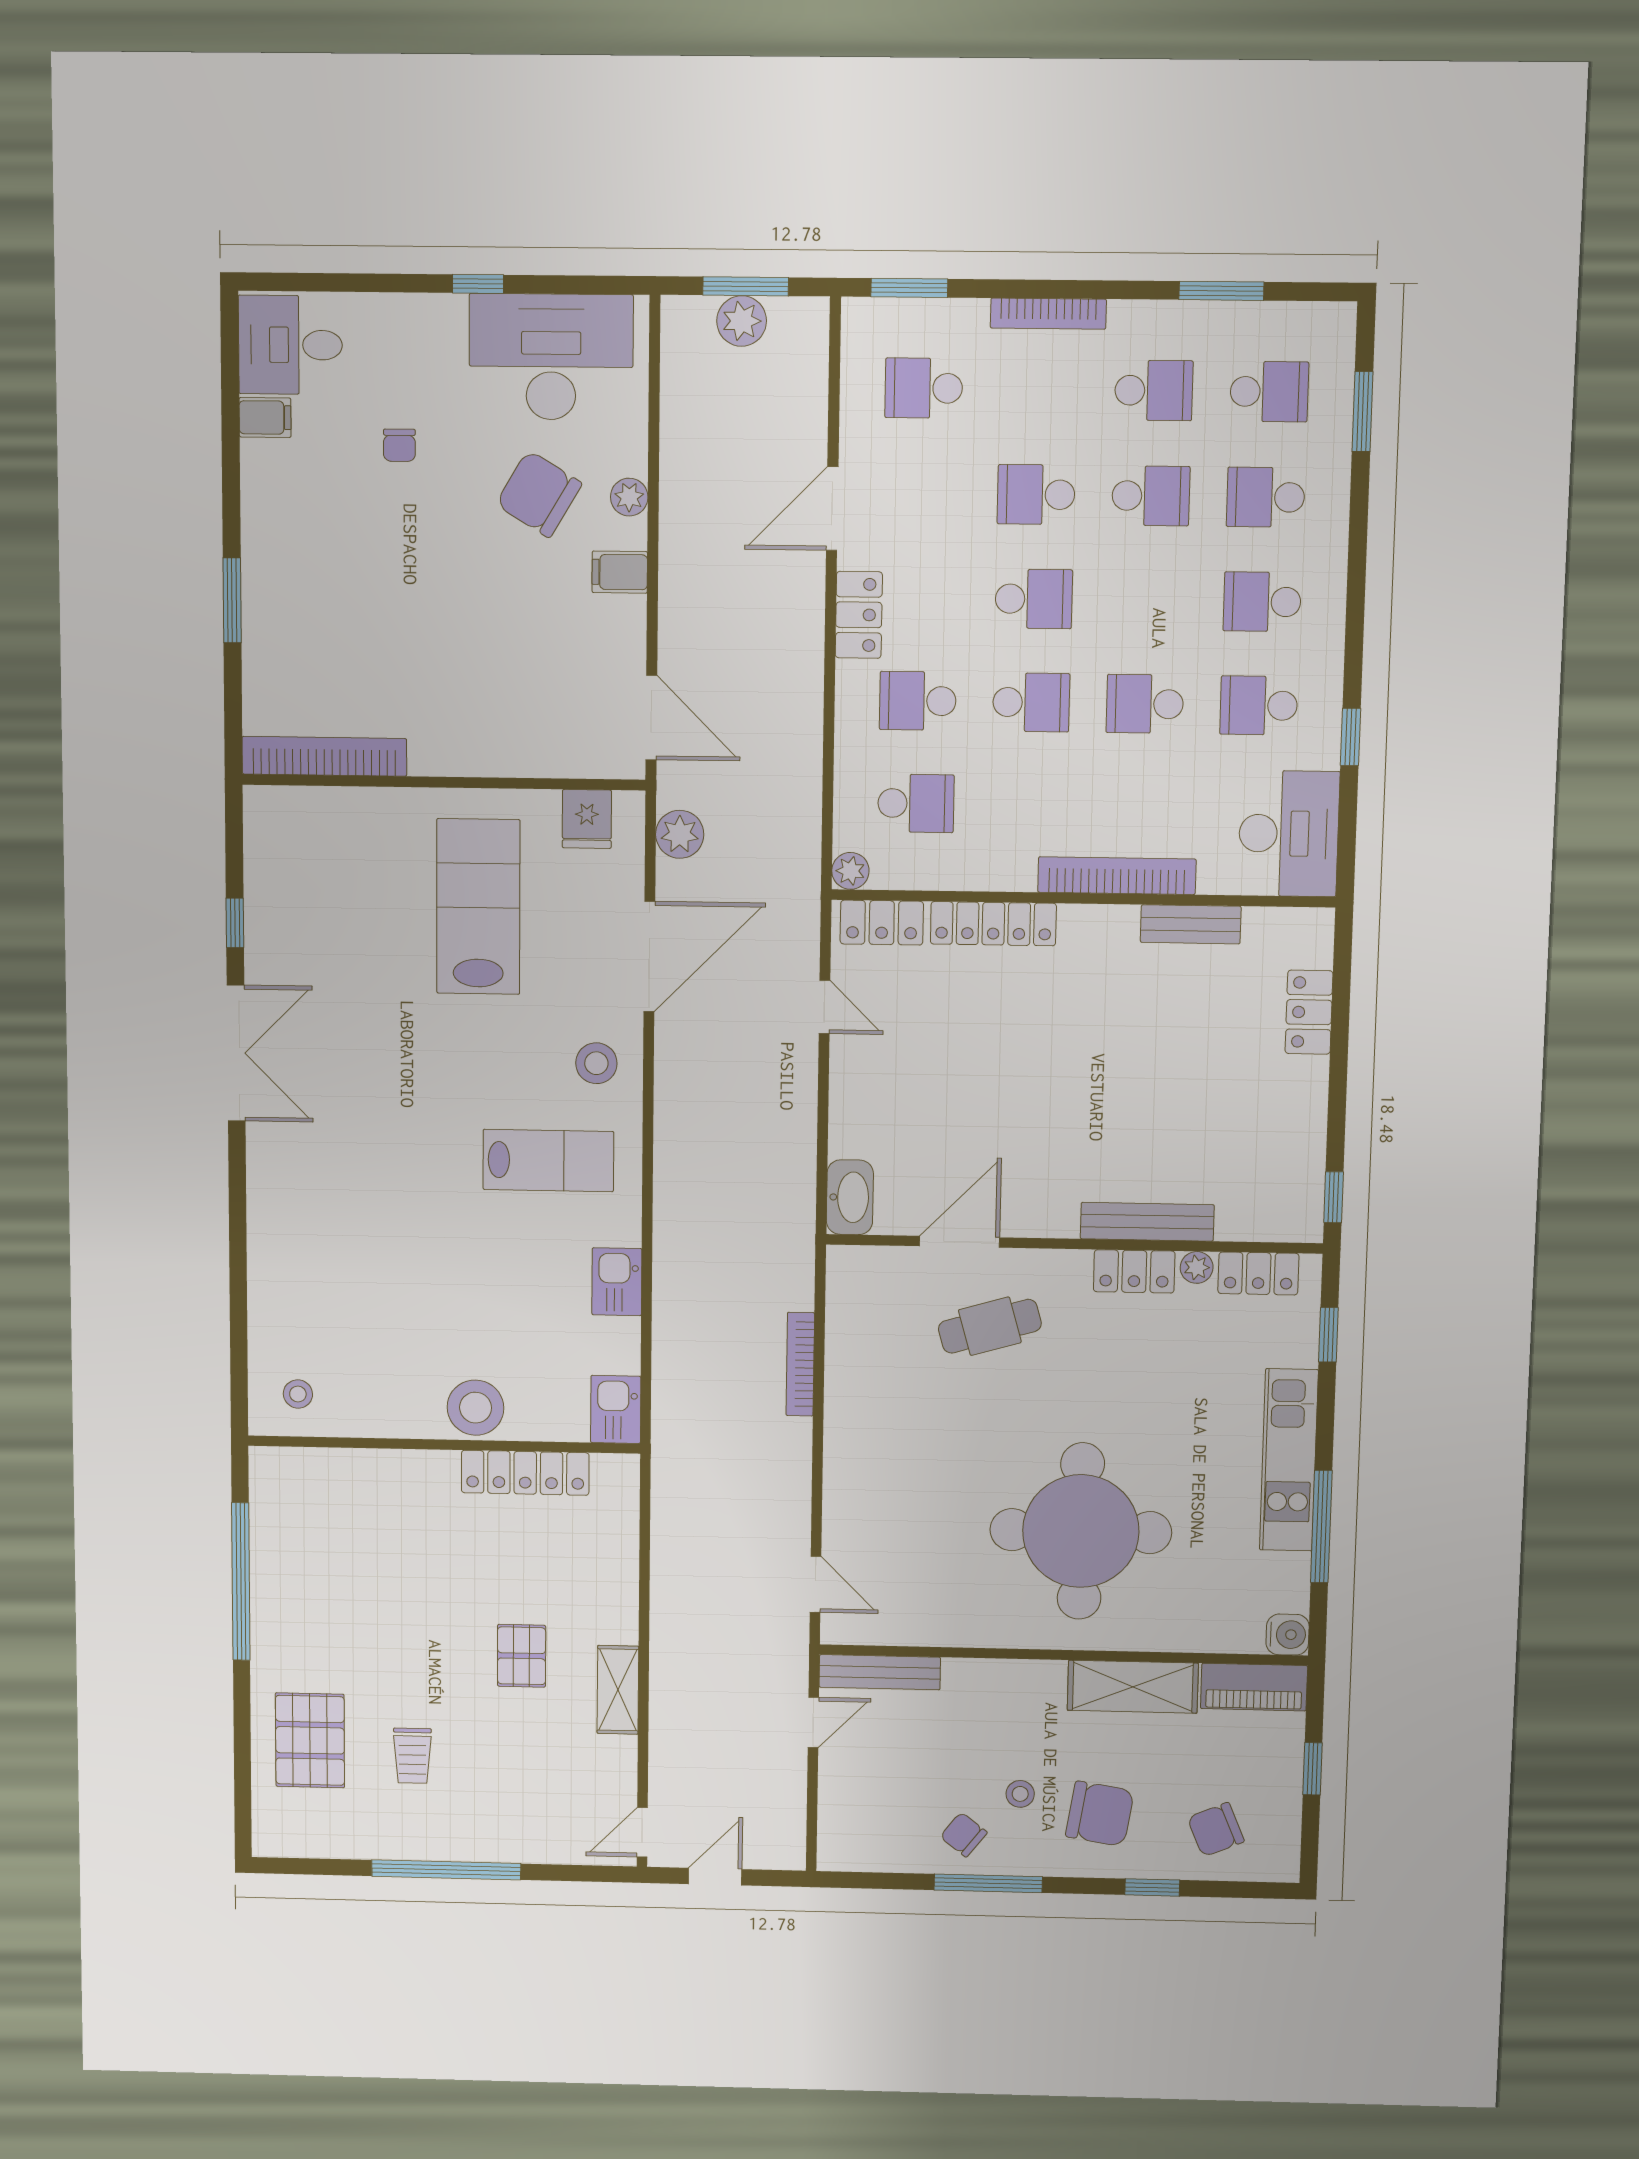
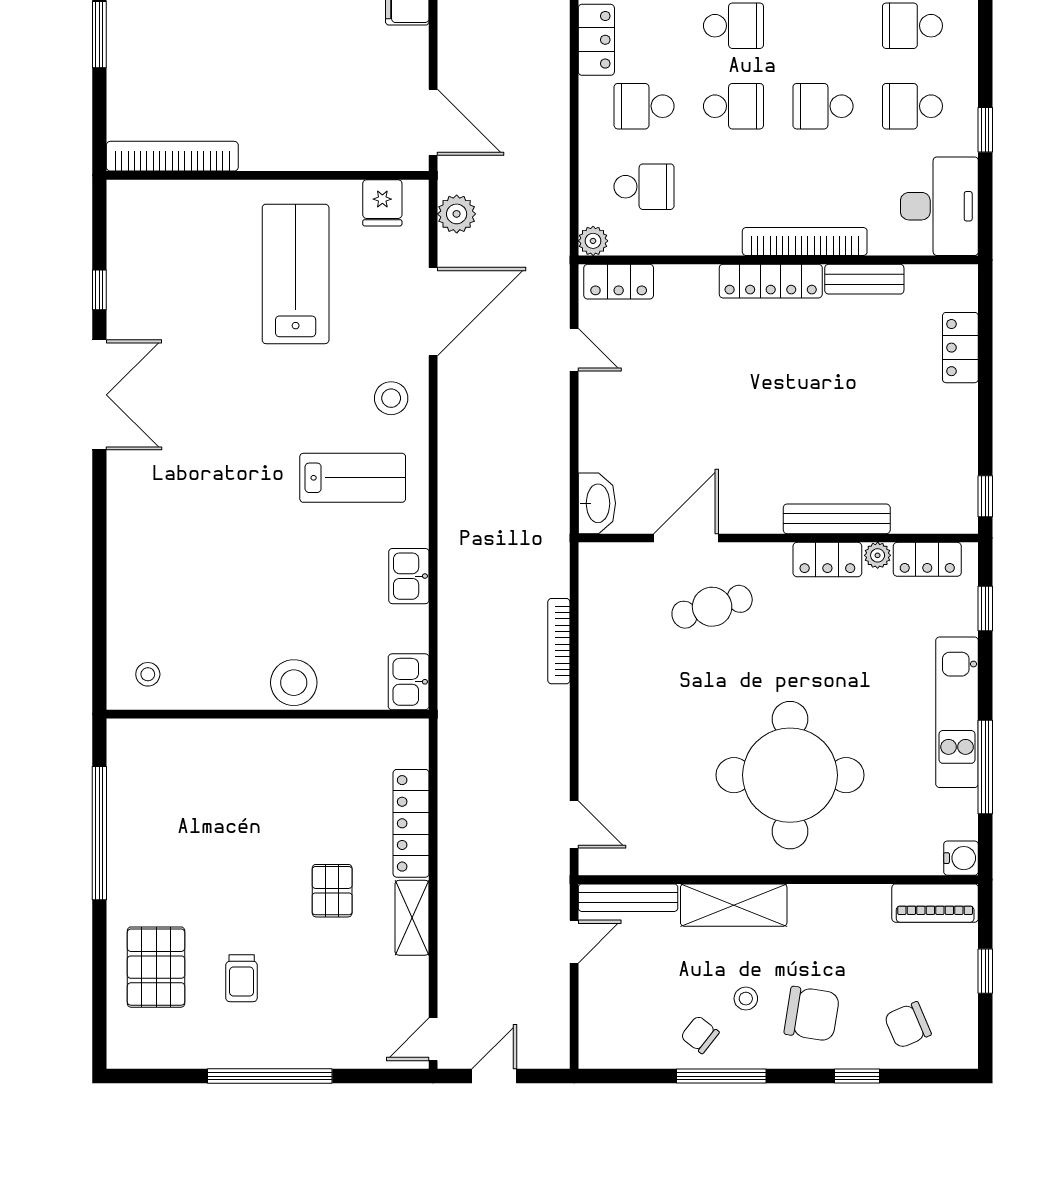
locker: (993, 924) -> (771, 281), moved
locker: (525, 1473) -> (411, 823), moved, turned 90
shelving: (1133, 1687) -> (734, 905), moved

